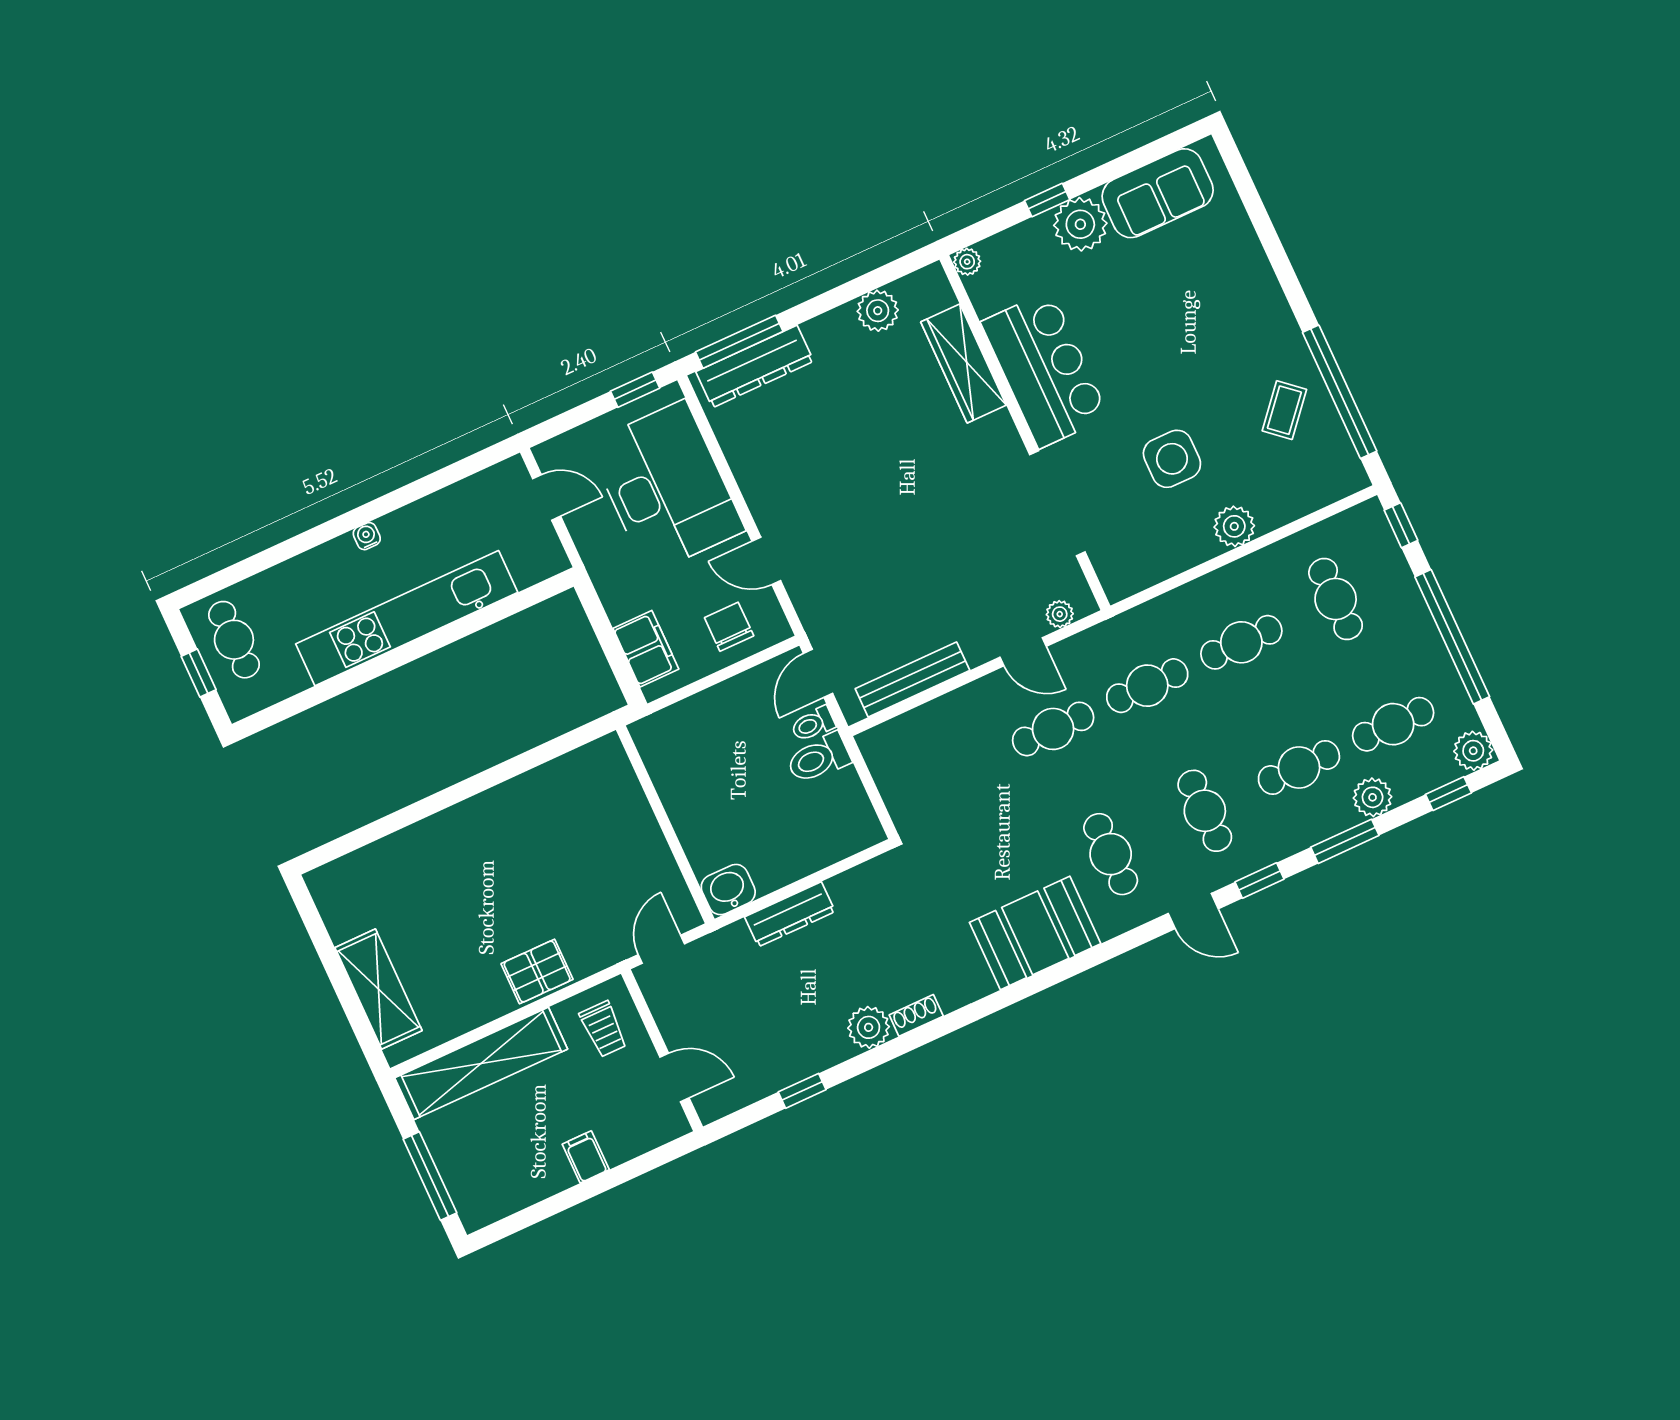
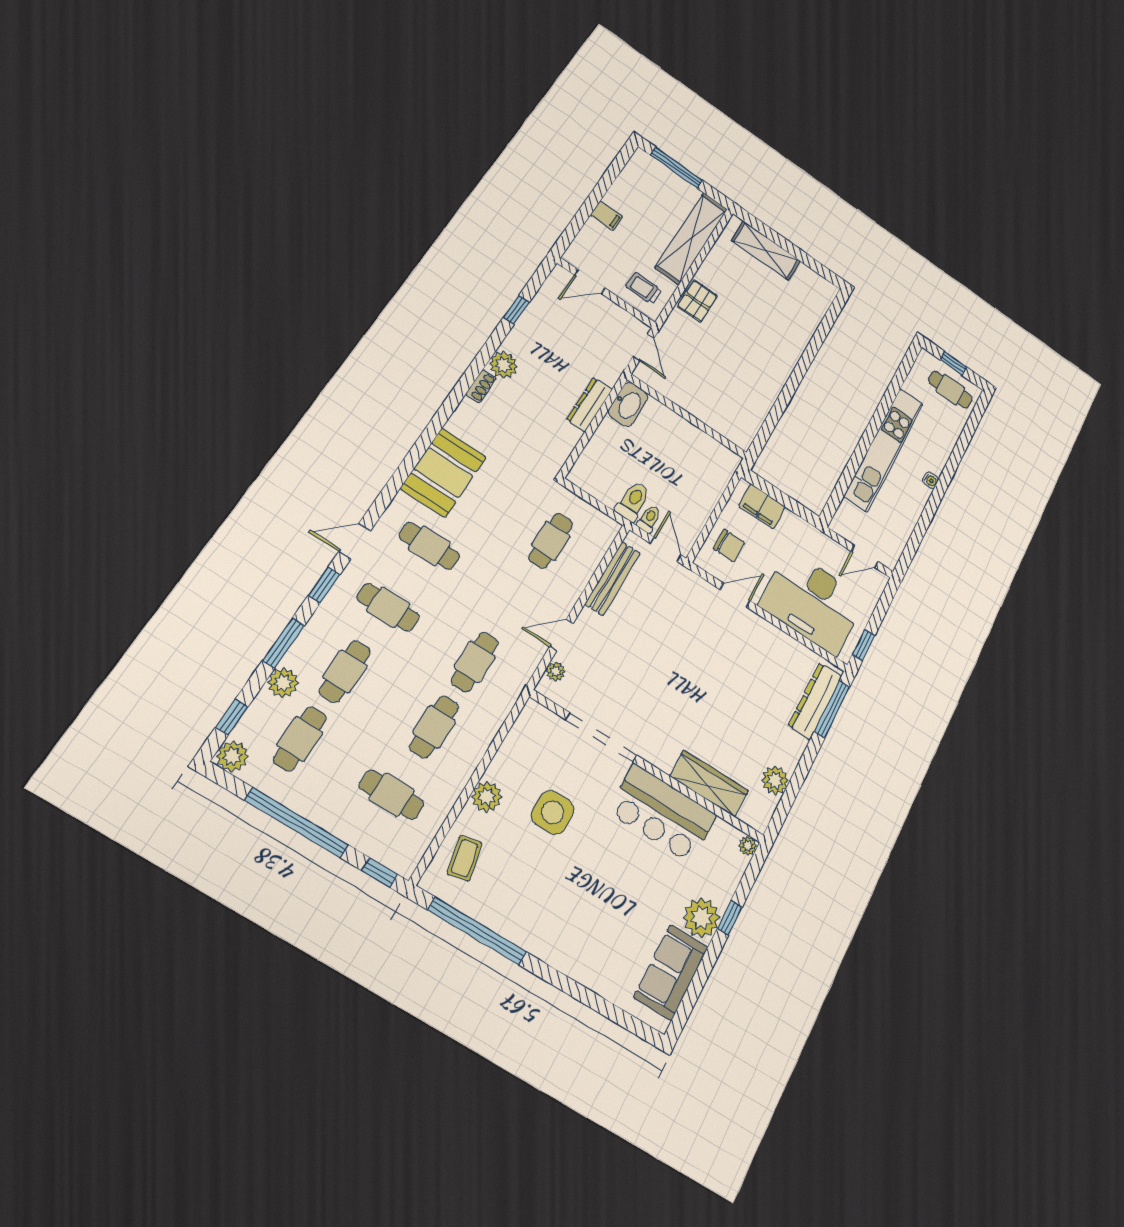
coffee table: (1284, 410) -> (465, 858), moved, turned 37
cafe table: (1053, 729) -> (551, 541), moved
washbasin: (728, 890) -> (628, 404), width x1.38

